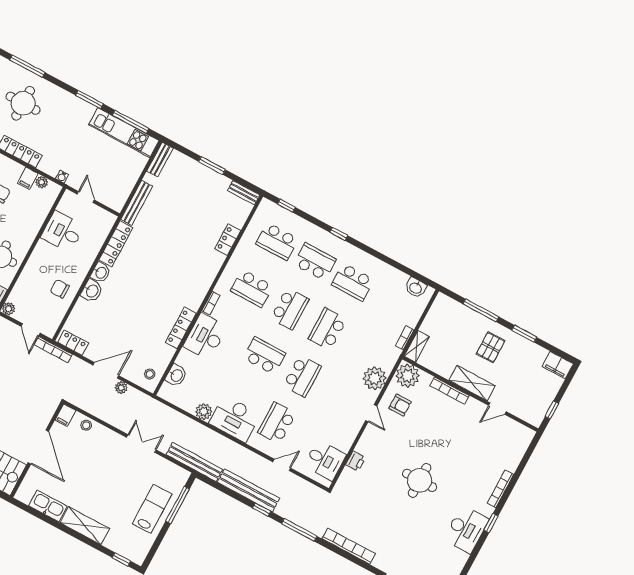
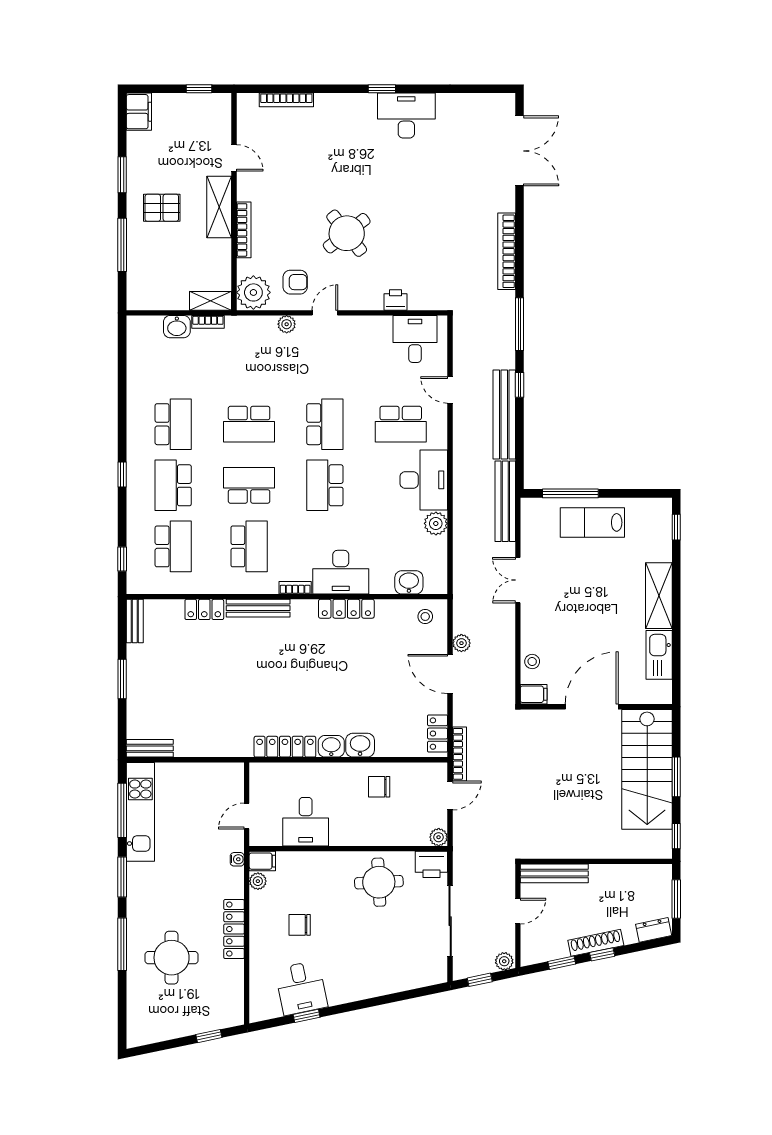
window: (27, 66) -> (122, 944), moved
filing cabinet: (28, 178) -> (262, 861), moved
bench: (137, 203) -> (258, 608), moved
washbasin: (416, 288) -> (177, 327), moved, turned 90
chair: (60, 289) -> (379, 787), turned 90
school desk: (302, 376) -> (325, 424), turned 90
plant: (375, 378) -> (287, 324), width x0.53, depth x0.53
armchair: (400, 405) -> (295, 282), turned 90
round table: (420, 480) -> (347, 233), moved, turned -38
bookcase: (500, 489) -> (286, 100), moved

